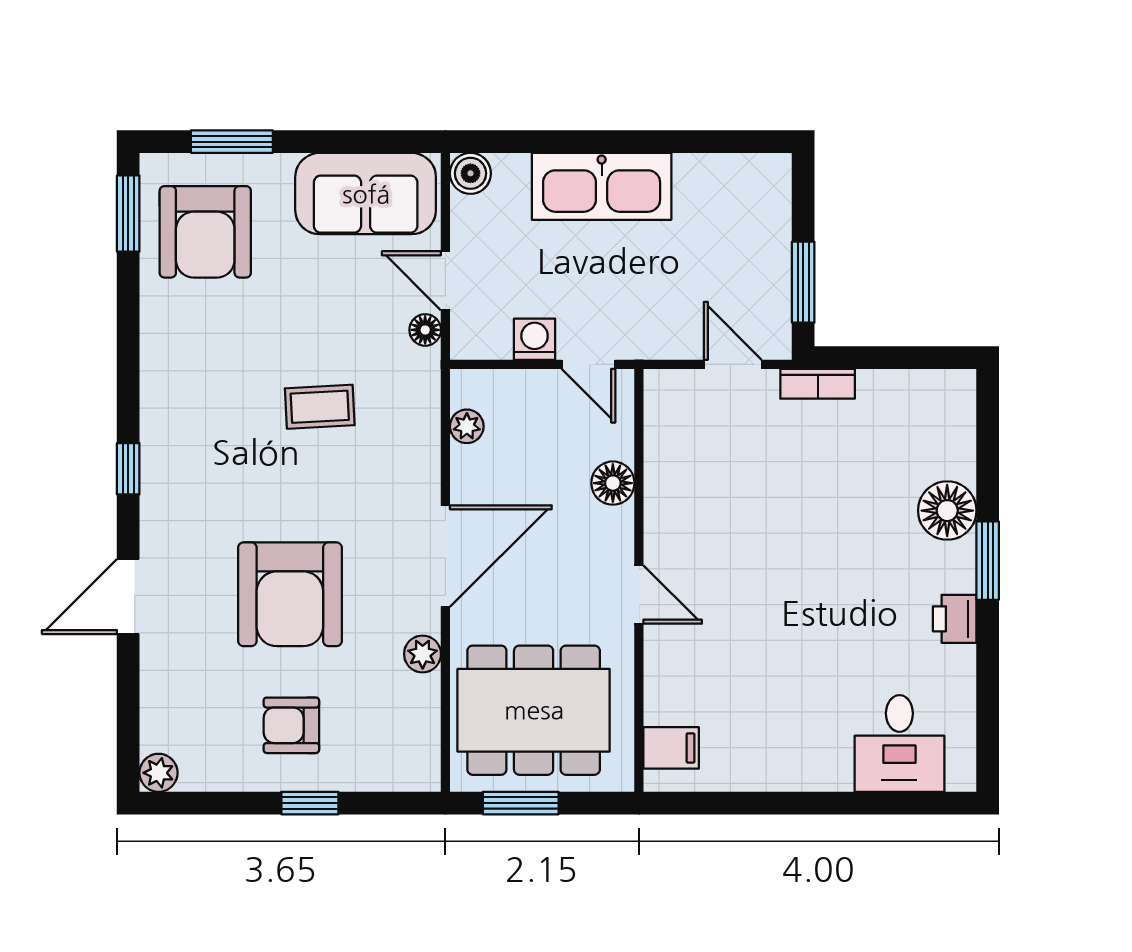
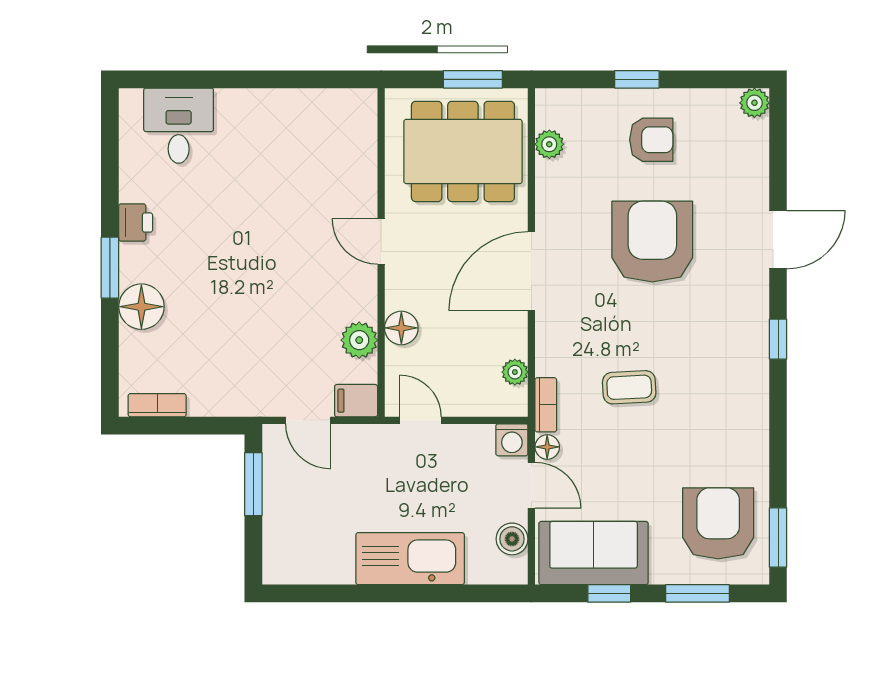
window: (345, 142) -> (609, 593), added
boiler: (470, 173) -> (512, 539), moved
washing machine: (535, 339) -> (512, 440), moved
bookcase: (427, 384) -> (546, 405), added
bookcase: (818, 384) -> (157, 405), moved
plant: (667, 467) -> (359, 340), added
plant: (423, 654) -> (549, 144), moved
filing cabinet: (671, 748) -> (356, 401), moved

